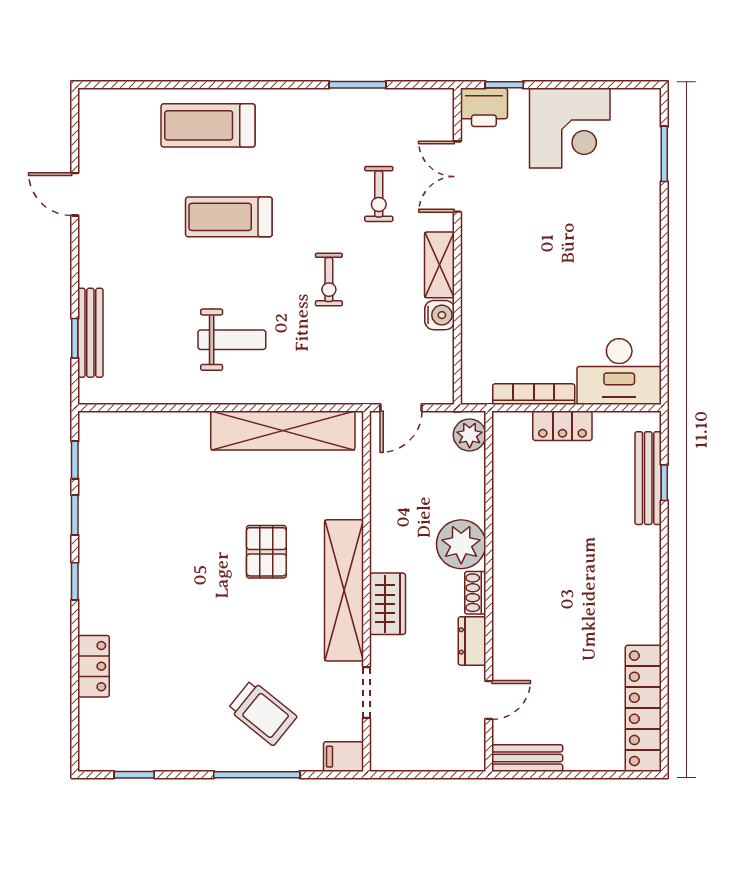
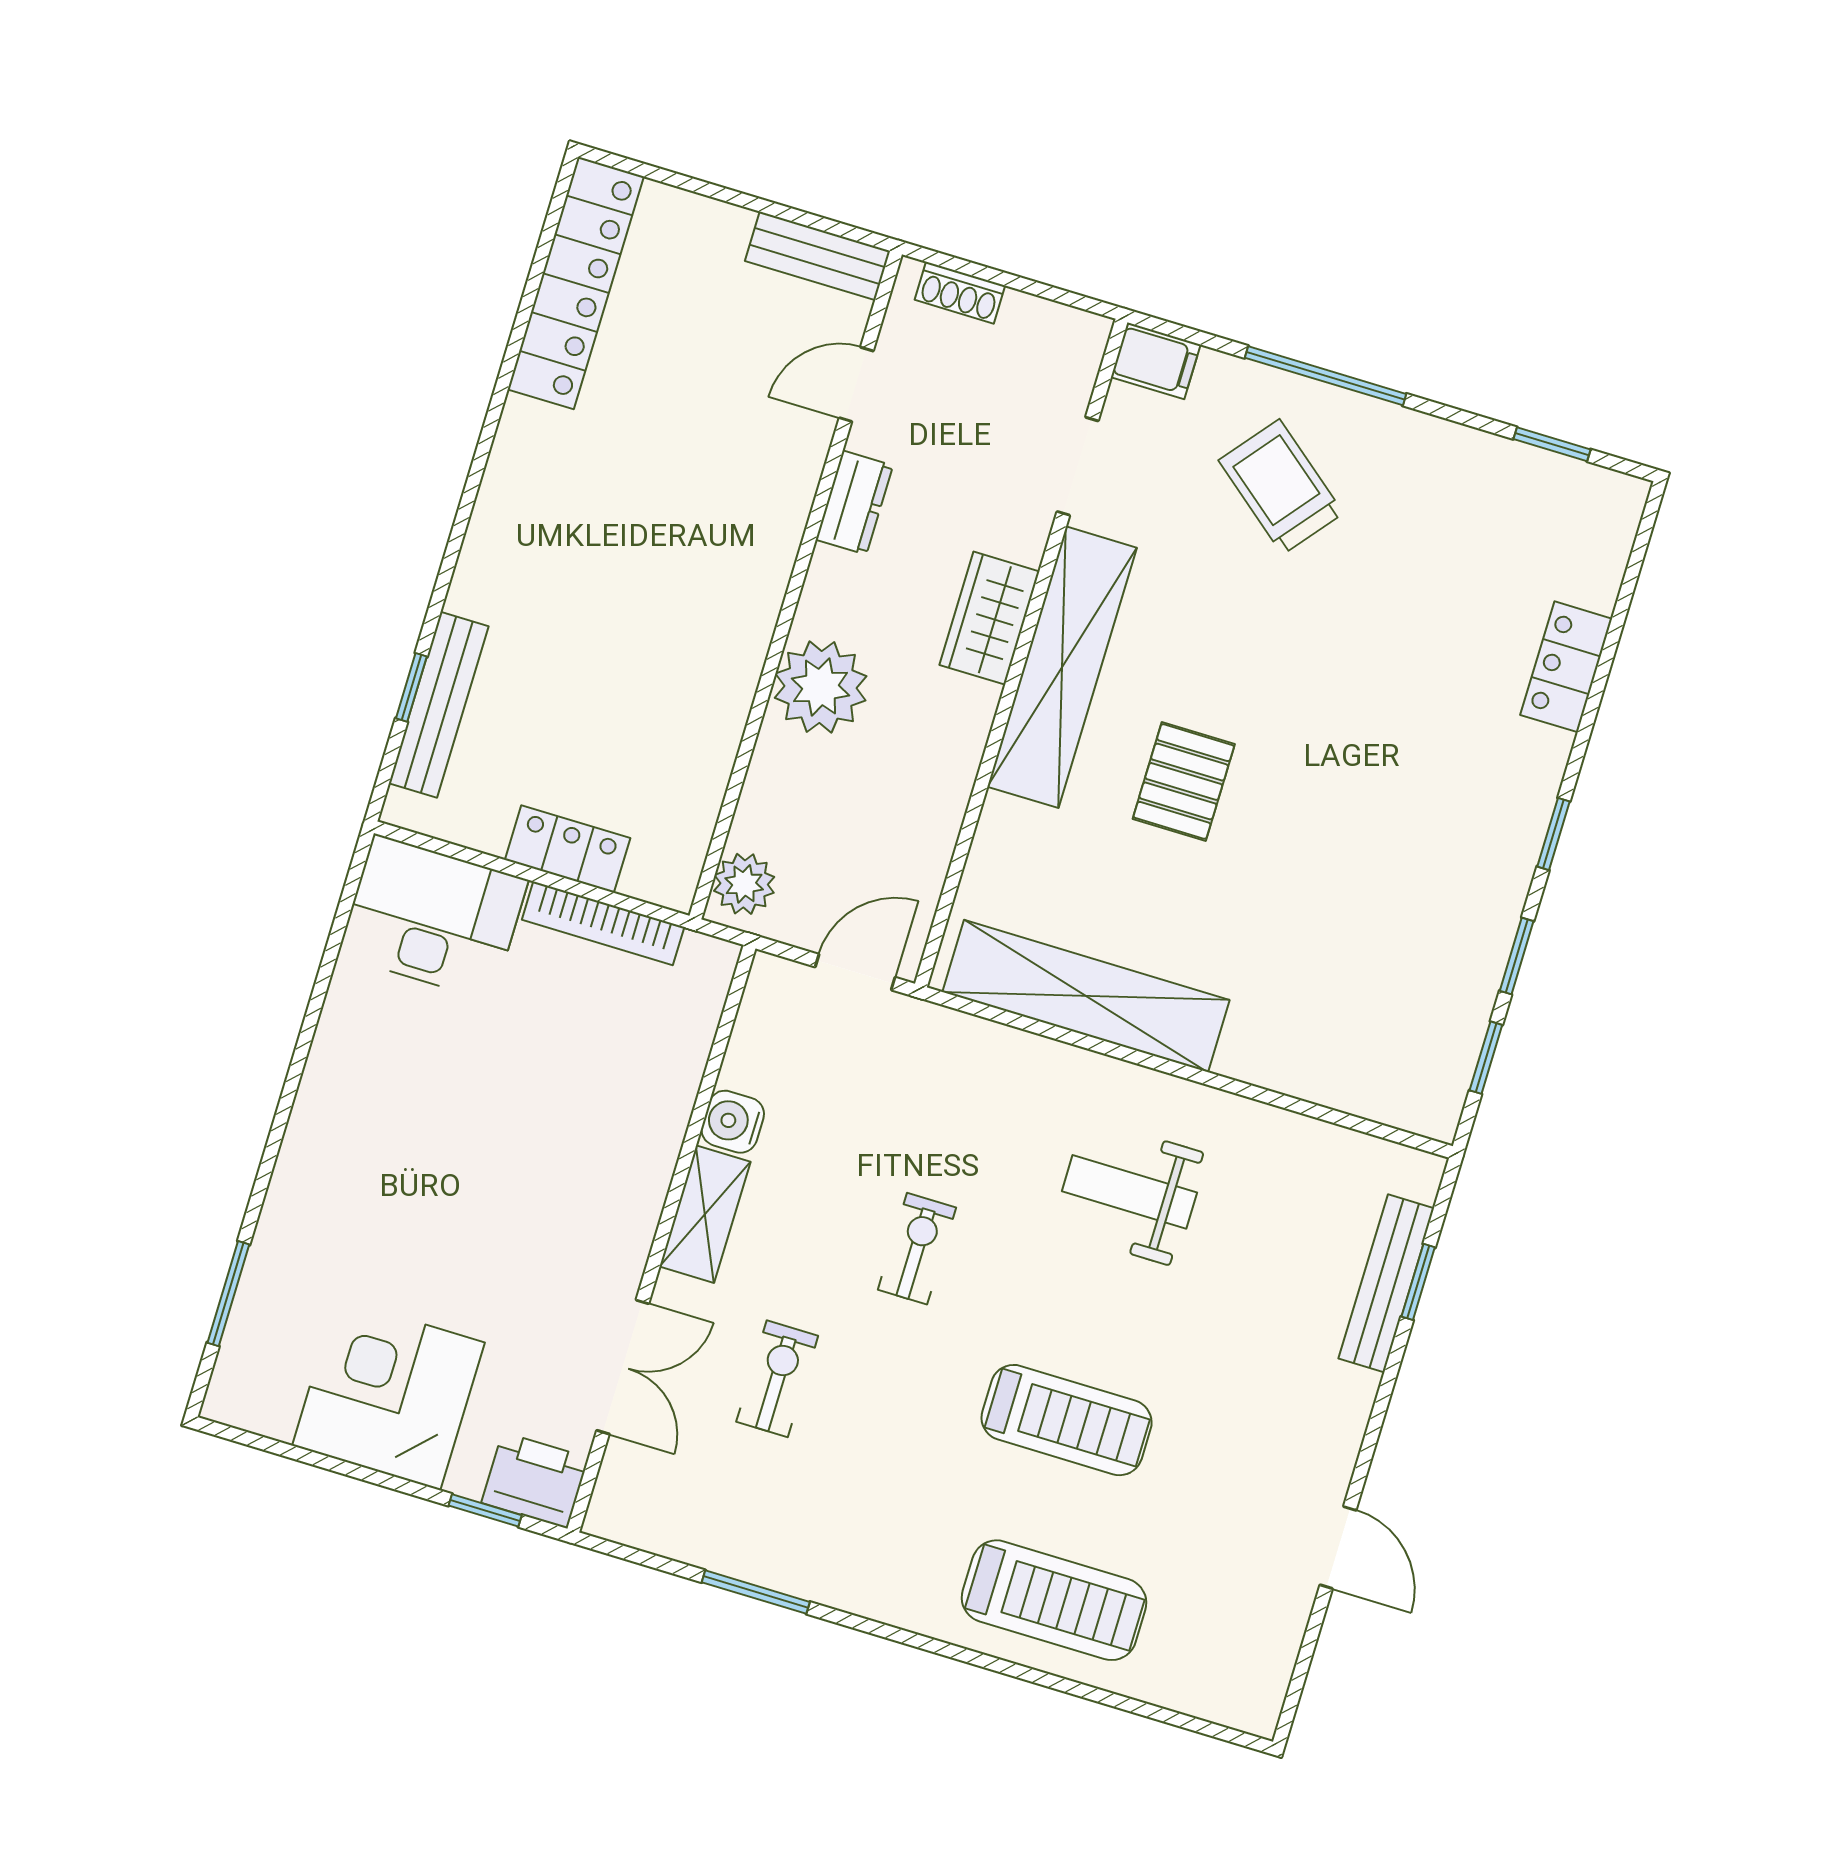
shoe rack: (475, 593) -> (960, 293), moved, turned 90

